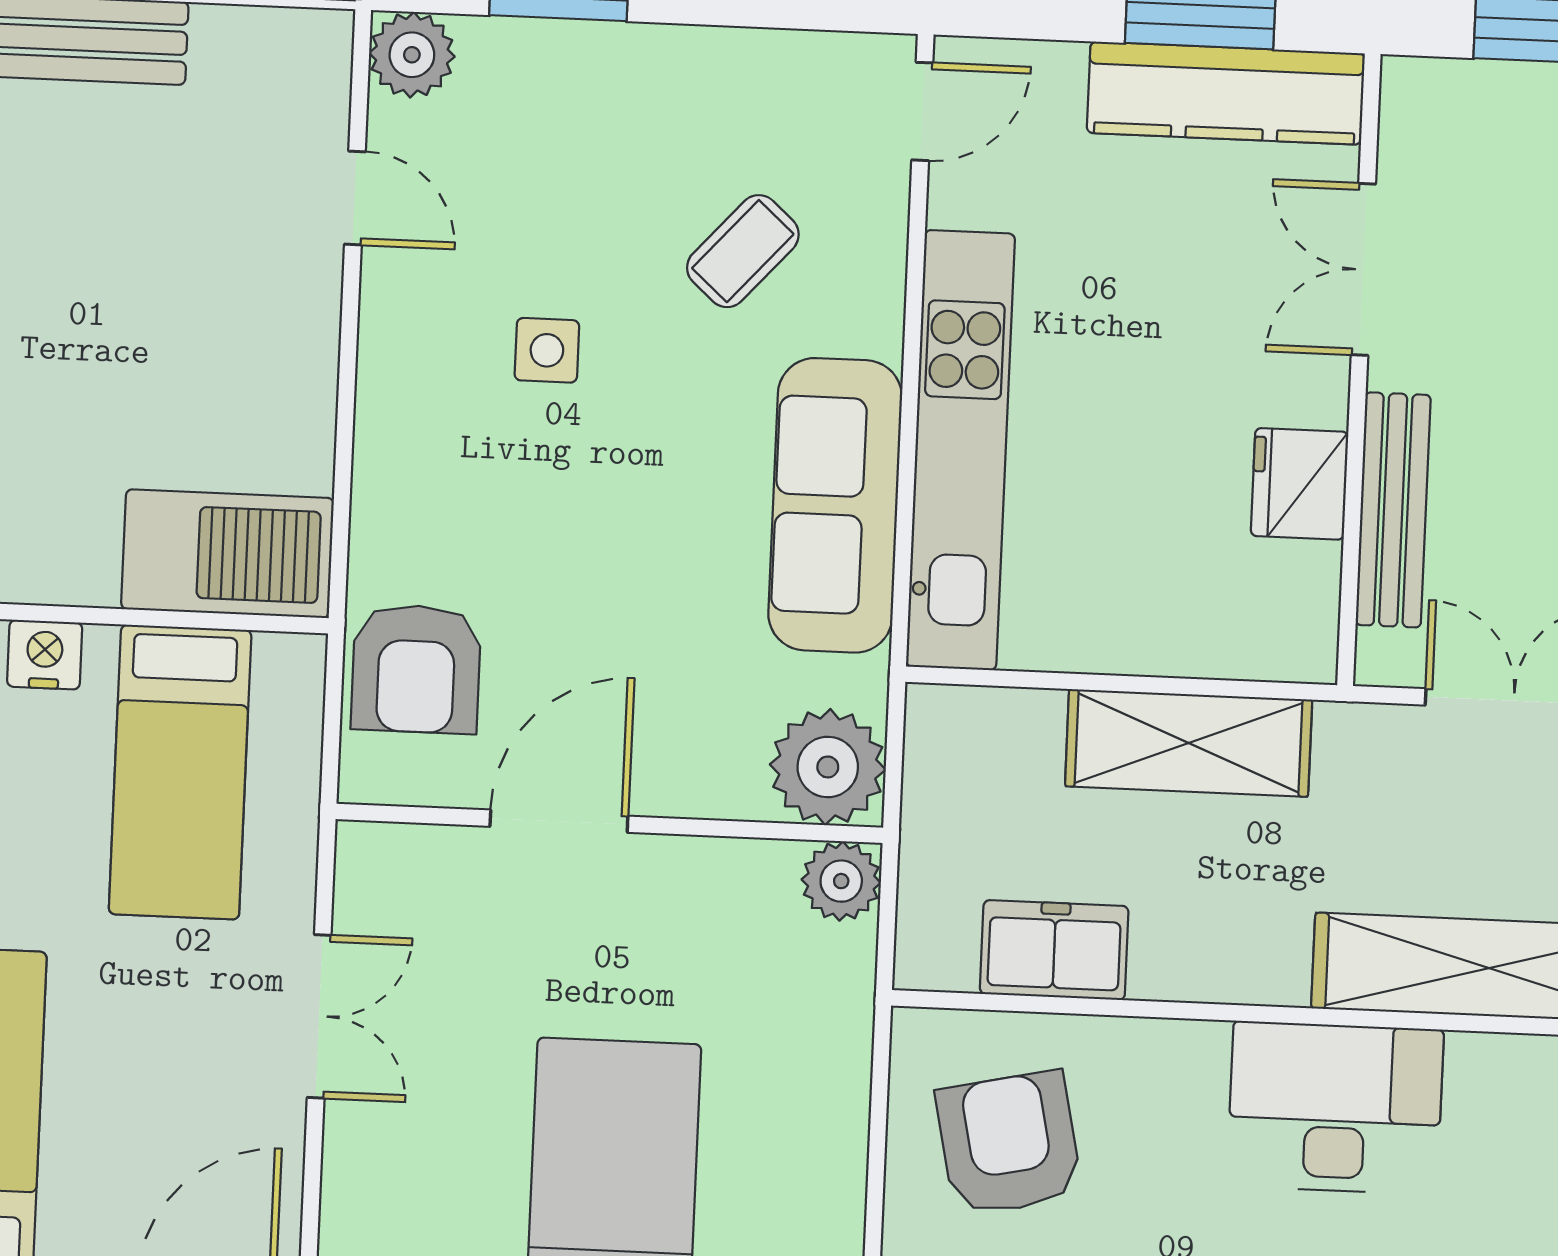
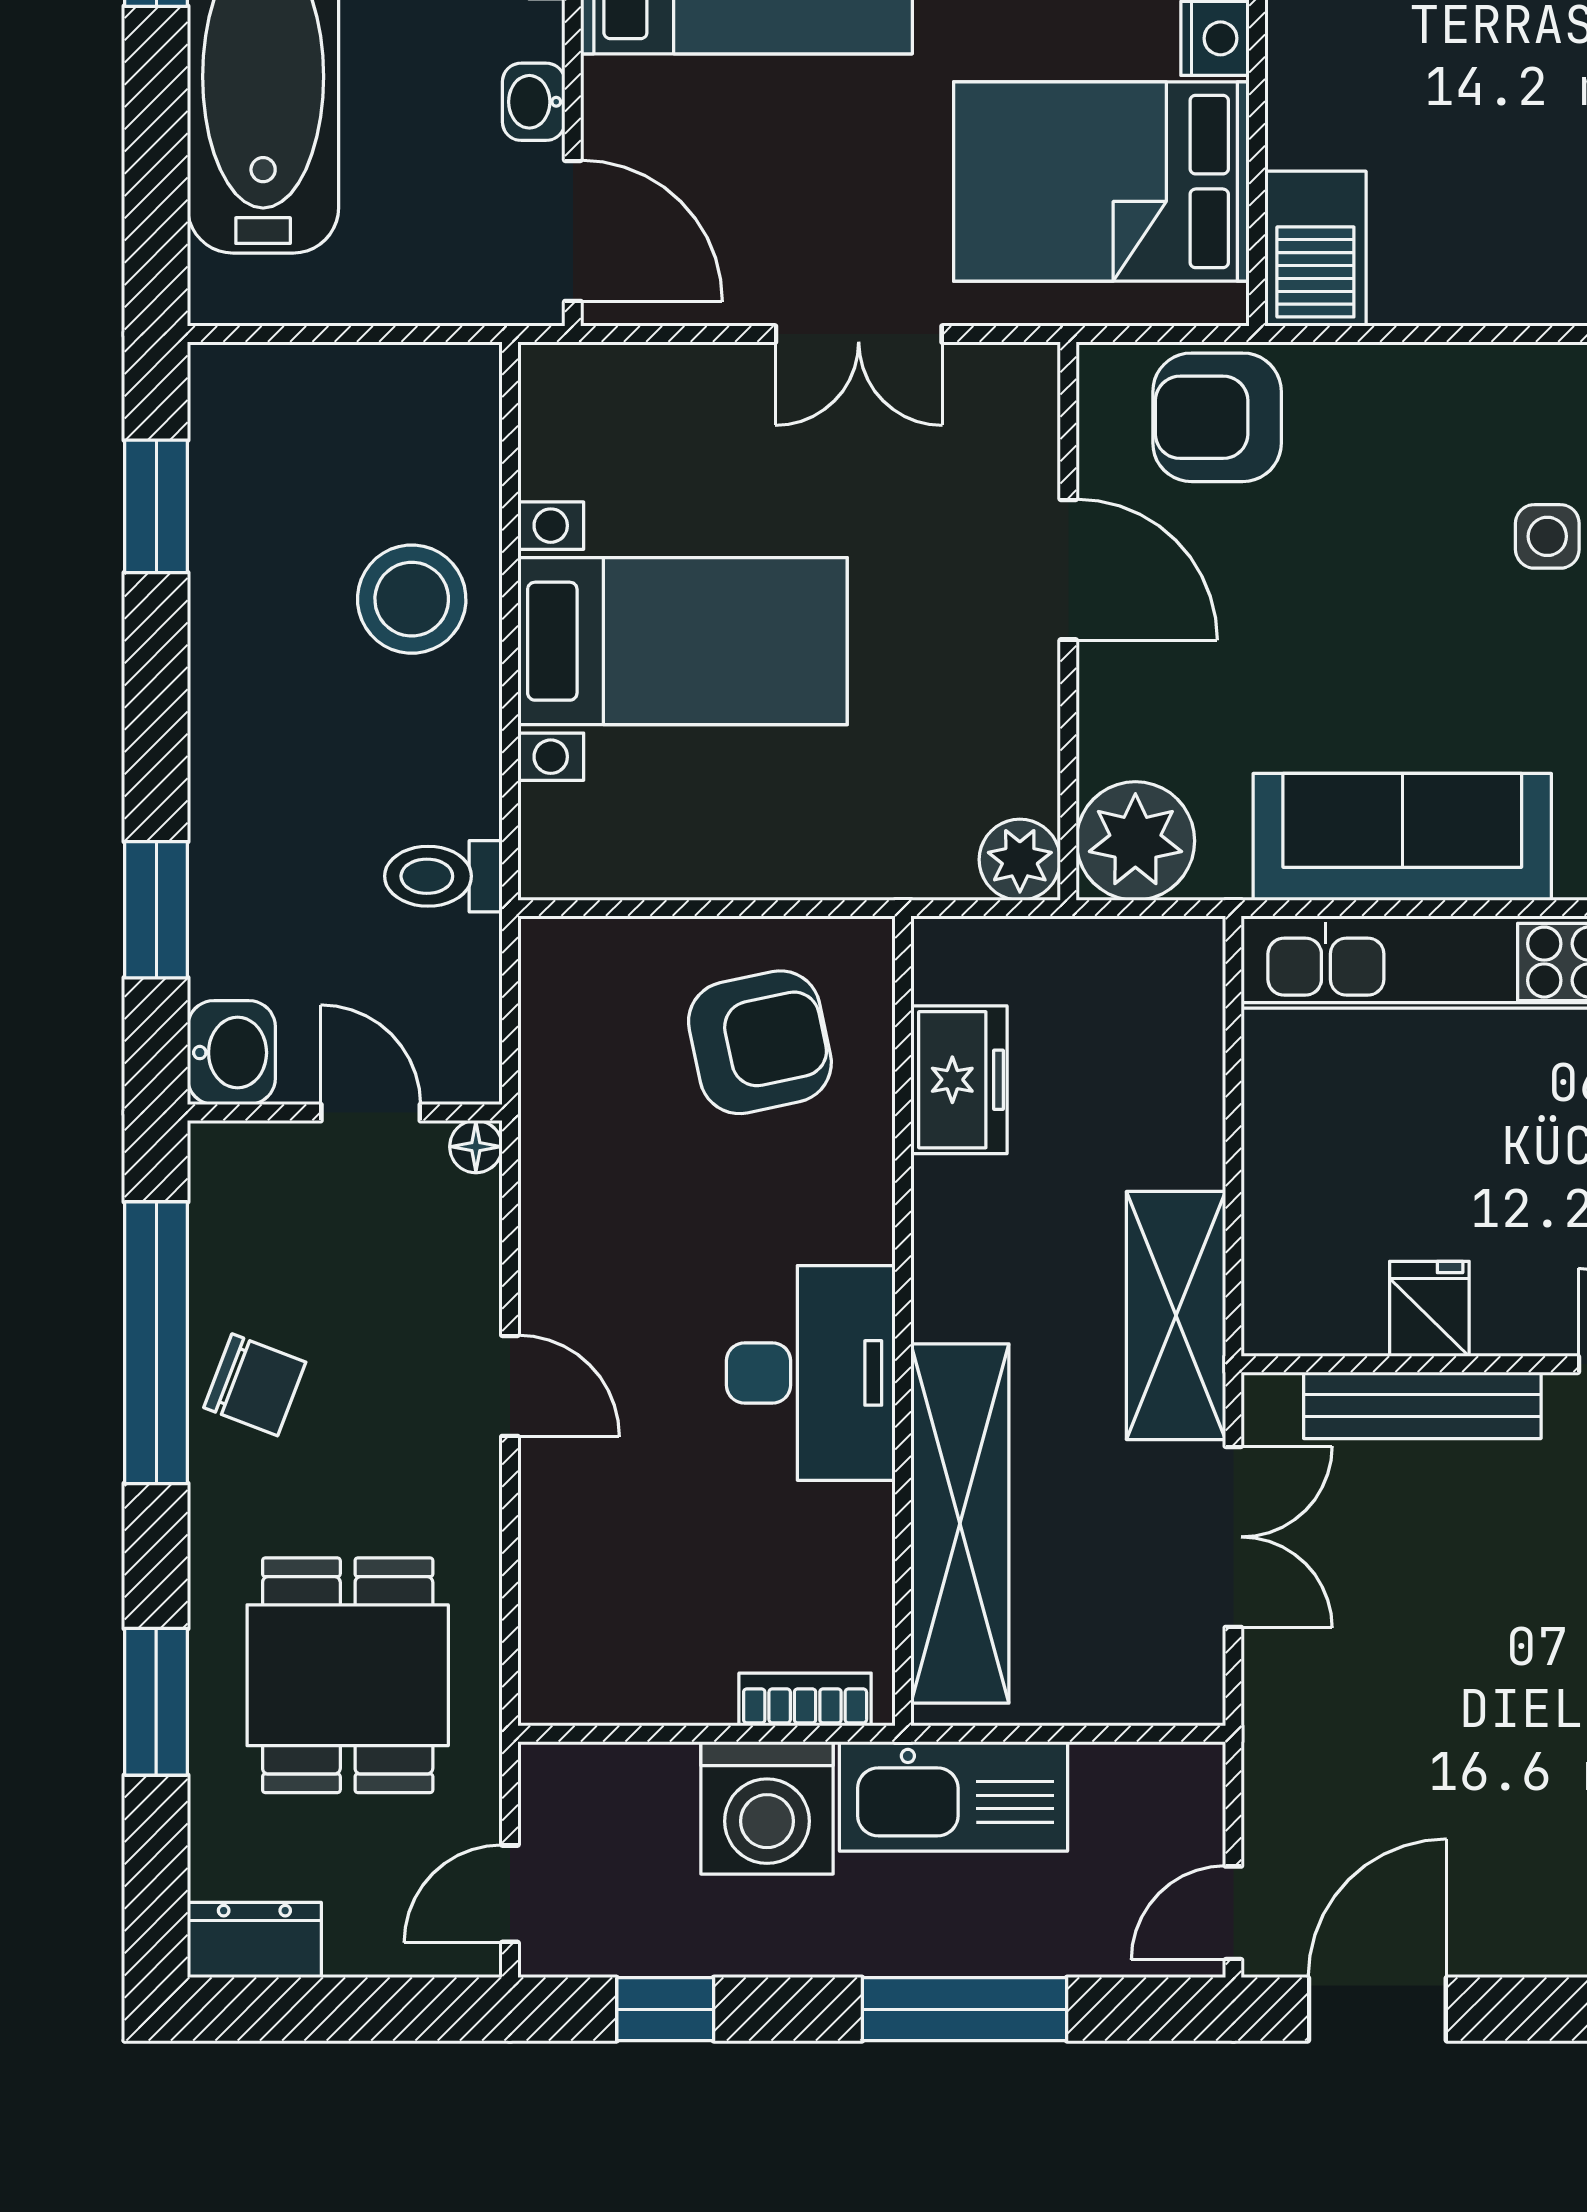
fridge: (1300, 484) -> (1429, 1309), width x0.72
barbecue: (228, 554) -> (1315, 249), width x0.73, depth x0.83
shelving: (1189, 743) -> (1176, 1315), moved
bed: (180, 772) -> (1101, 181), width x1.50

